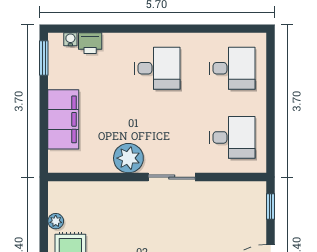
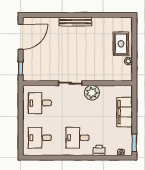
printer: (90, 43) -> (99, 150), moved

